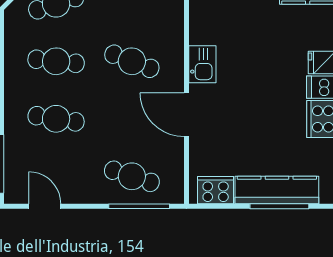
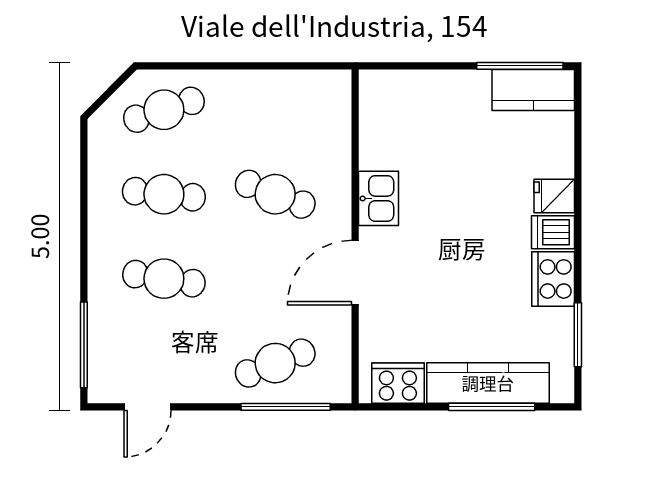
door: (186, 115) -> (355, 273), hinge flipped
cafe table: (132, 176) -> (275, 363), turned -39
door: (45, 206) -> (147, 407), swing flipped

